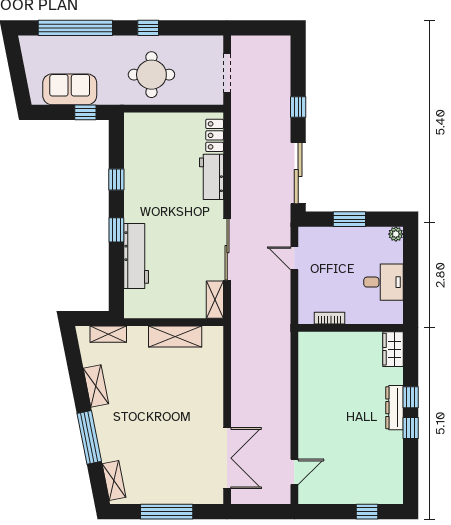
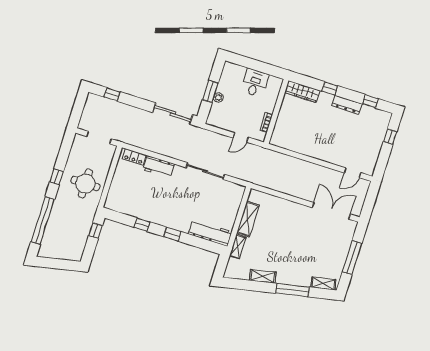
sofa: (70, 89) -> (79, 236), removed
window: (298, 107) -> (112, 94), moved
plant: (396, 234) -> (218, 97), moved
workbench: (136, 256) -> (210, 233), moved
door: (294, 258) -> (241, 137), moved
shelving: (215, 300) -> (233, 188), removed
shelving: (108, 334) -> (238, 246), moved
wardrobe: (393, 349) -> (302, 92), width x1.50
dresser: (394, 408) -> (347, 105), moved
window: (411, 428) -> (370, 101), moved
door: (294, 472) -> (352, 173), swing flipped

